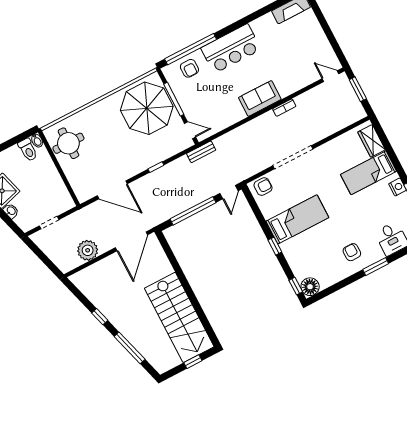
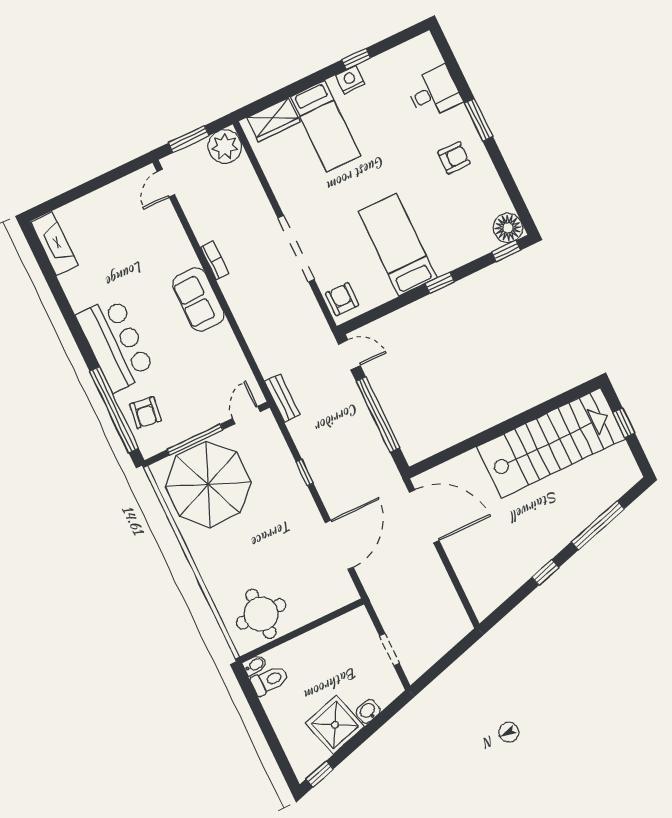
armchair: (189, 68) -> (145, 413), turned 98
plant: (88, 250) -> (225, 146), moved
armchair: (352, 252) -> (454, 158), turned 180

